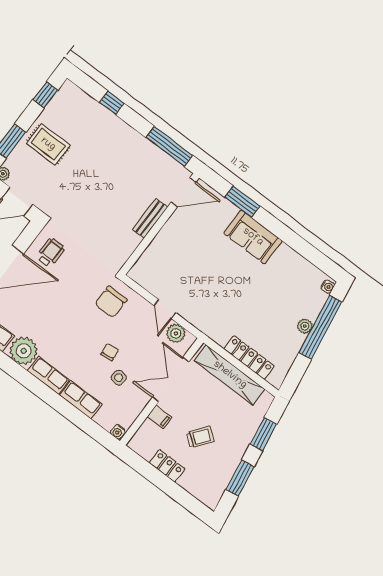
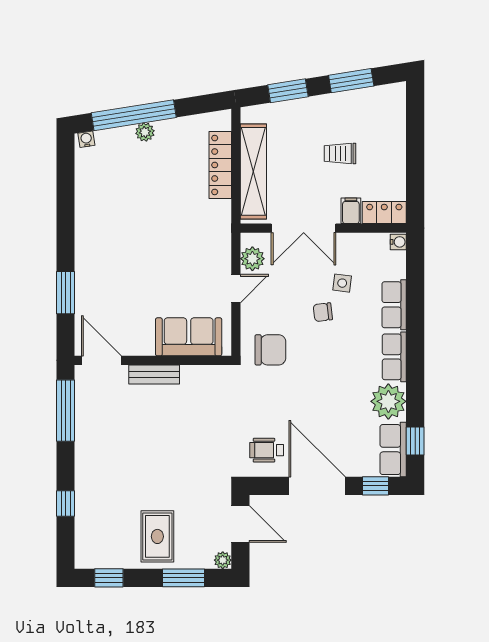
sofa: (253, 237) -> (189, 337), moved, turned -90
trolley: (200, 437) -> (340, 153), turned -37
locker: (167, 466) -> (384, 213), moved, turned 90

